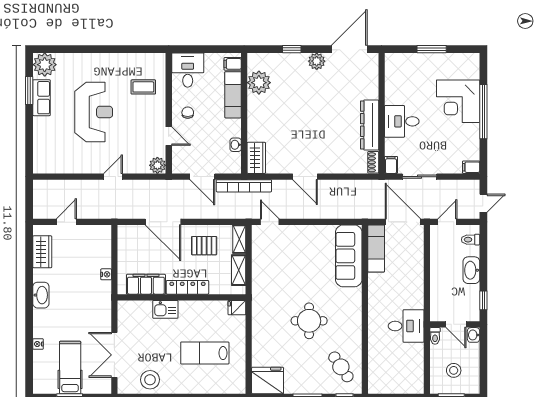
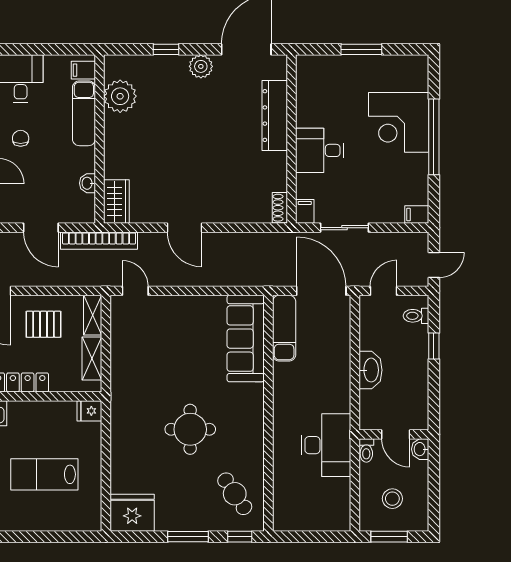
dresser: (370, 125) -> (275, 116), moved
washbasin: (471, 270) -> (371, 370), moved, turned 180
window: (483, 300) -> (434, 346), moved
desk: (406, 326) -> (326, 445), width x1.37

